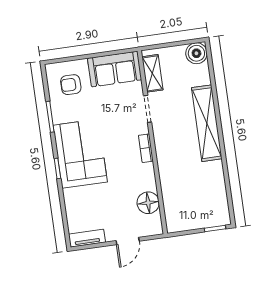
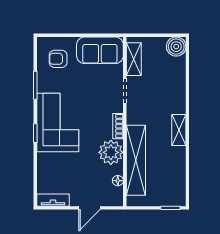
shelving: (207, 123) -> (179, 130), width x0.45, depth x0.75
plant: (142, 178) -> (111, 152), added
shelving: (170, 182) -> (136, 160), added
floor lamp: (148, 203) -> (118, 181), width x0.53, depth x0.53

